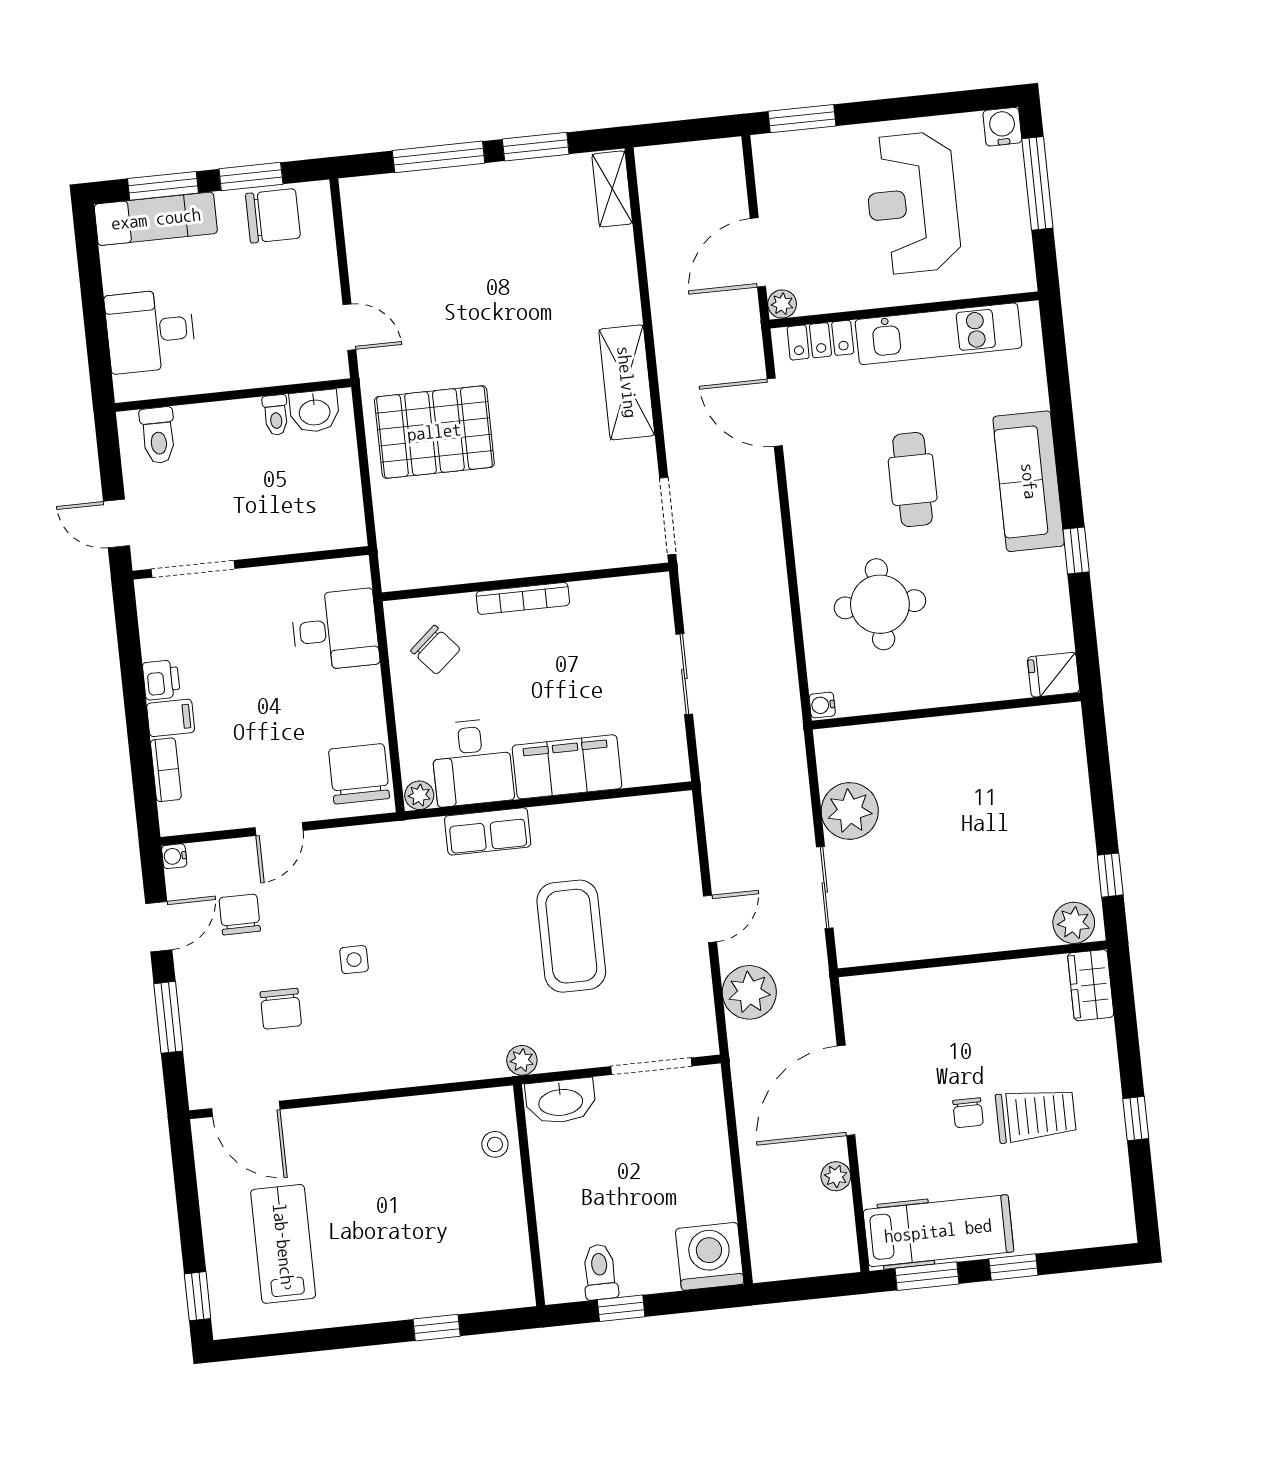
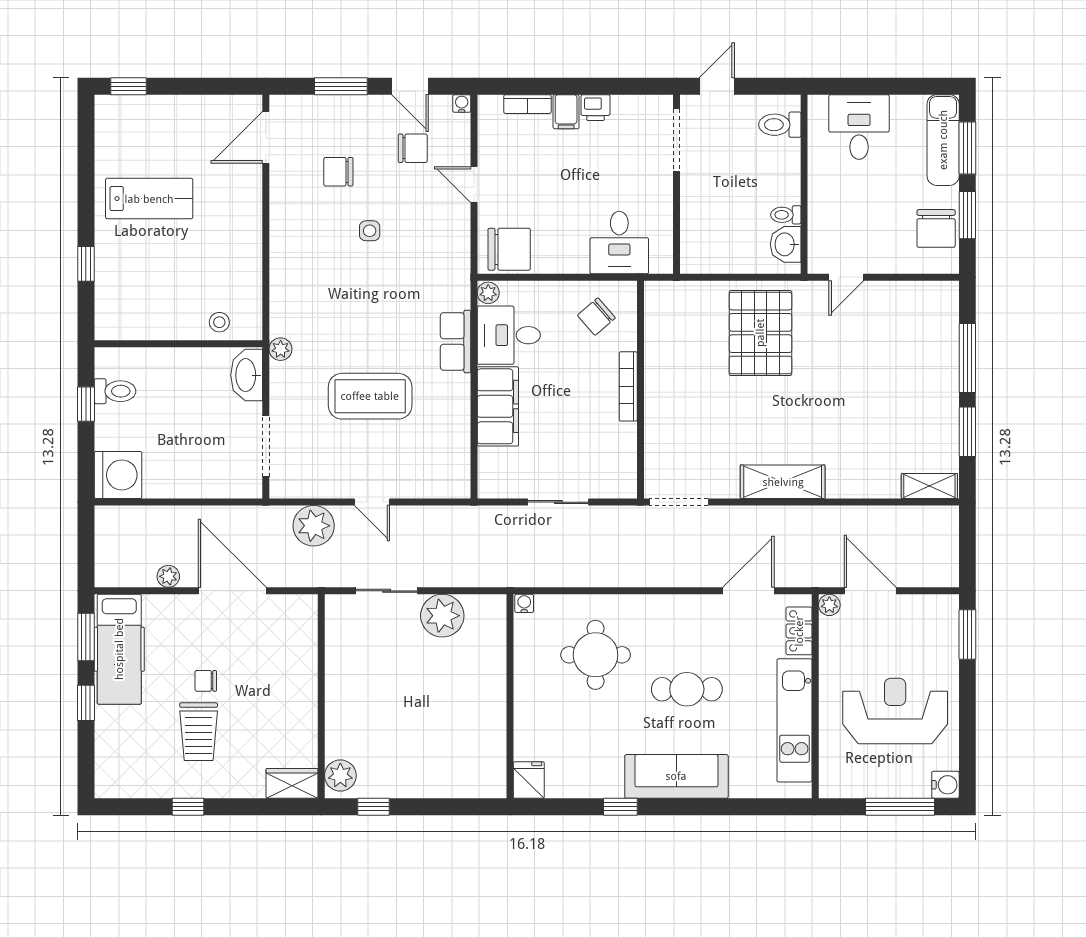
lab bench: (283, 1244) -> (149, 199), moved

